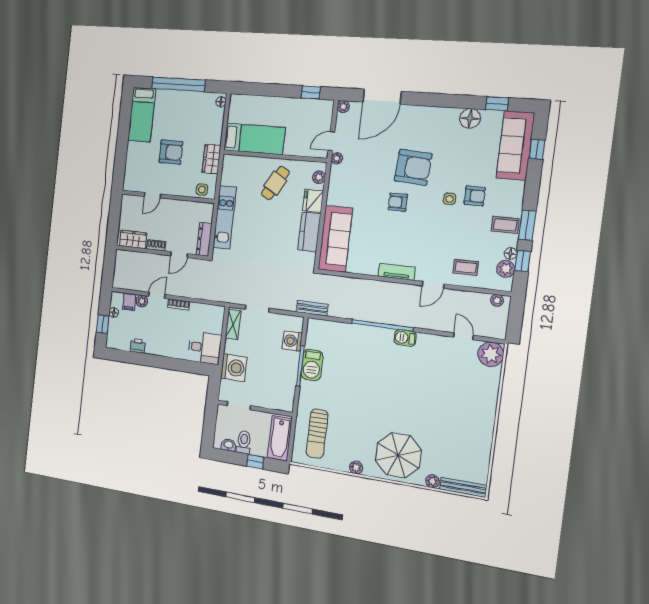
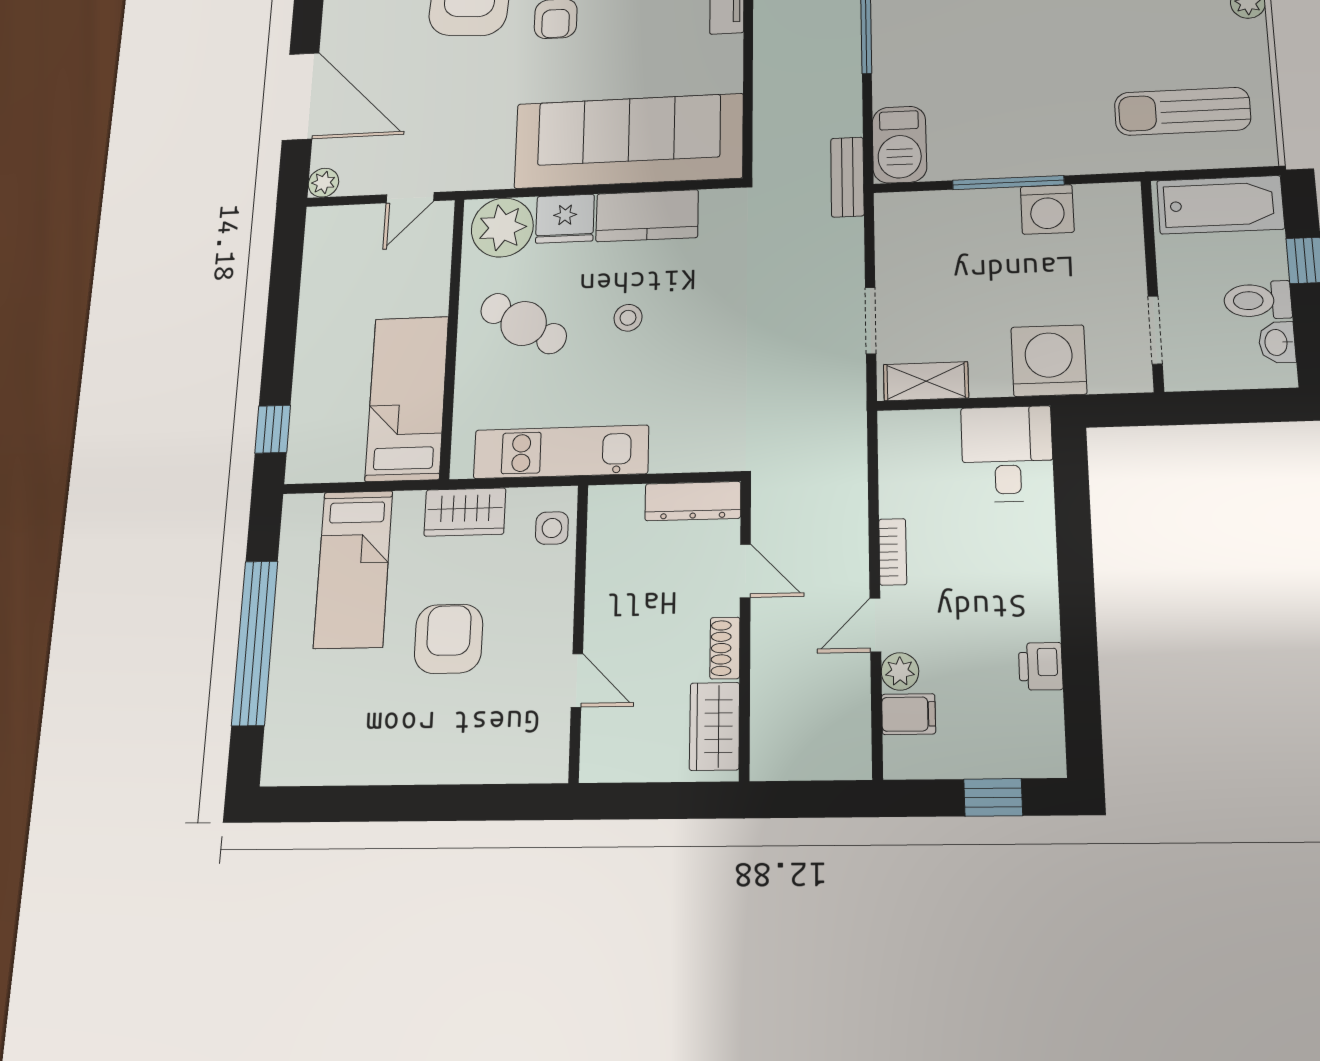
window: (311, 92) -> (273, 429), moved
floor lamp: (221, 102) -> (306, 508), removed
bed: (142, 115) -> (353, 569), moved, turned 90
door: (331, 141) -> (410, 198), hinge flipped
plant: (337, 158) -> (453, 178), removed
plant: (319, 177) -> (502, 227), width x1.88, depth x1.88
kitchen unit: (225, 217) -> (561, 452), moved
stool: (271, 222) -> (628, 318), added
sofa: (335, 239) -> (629, 141), width x1.36, depth x1.27
door: (157, 295) -> (875, 625), hinge flipped
floor lamp: (114, 313) -> (950, 763), removed
washing machine: (292, 341) -> (1047, 209), moved
barbecue: (312, 365) -> (899, 145), moved, turned 90
sun lounger: (317, 434) -> (1182, 111), turned 180

